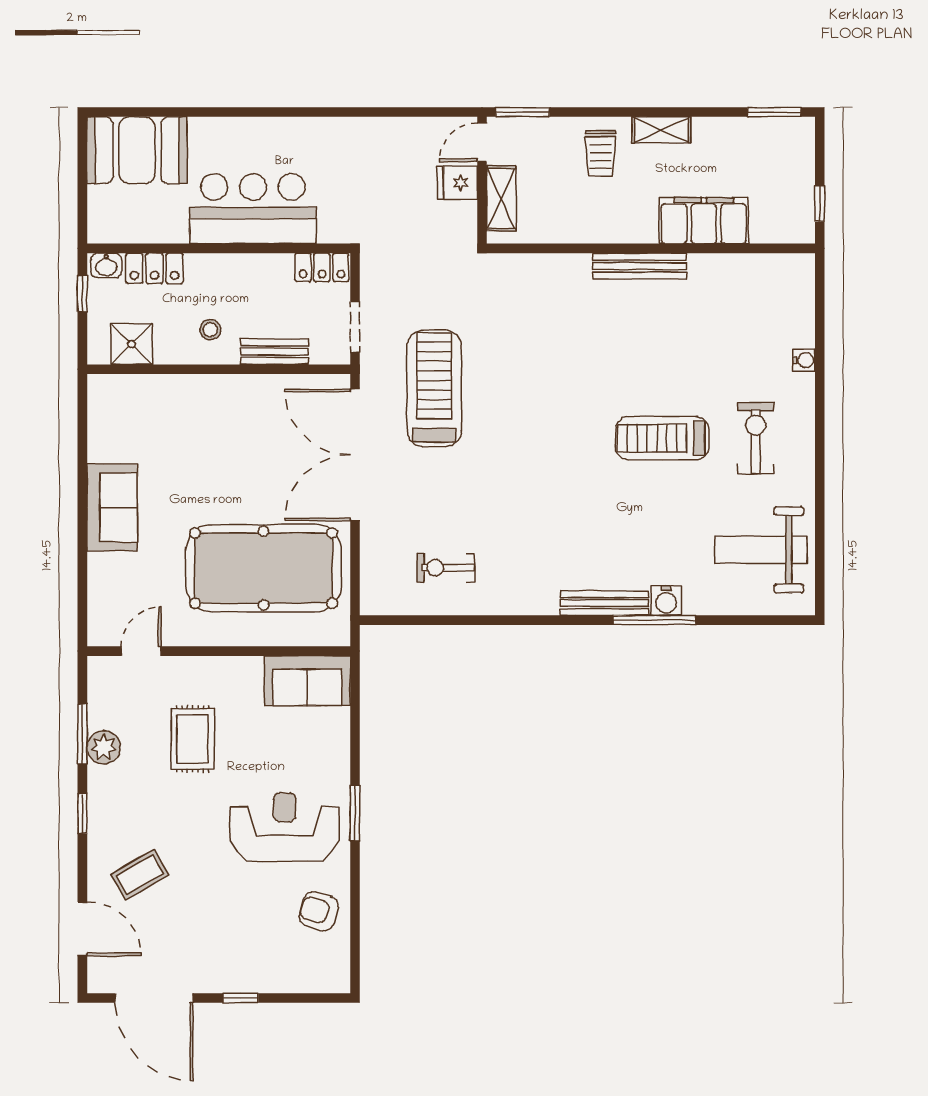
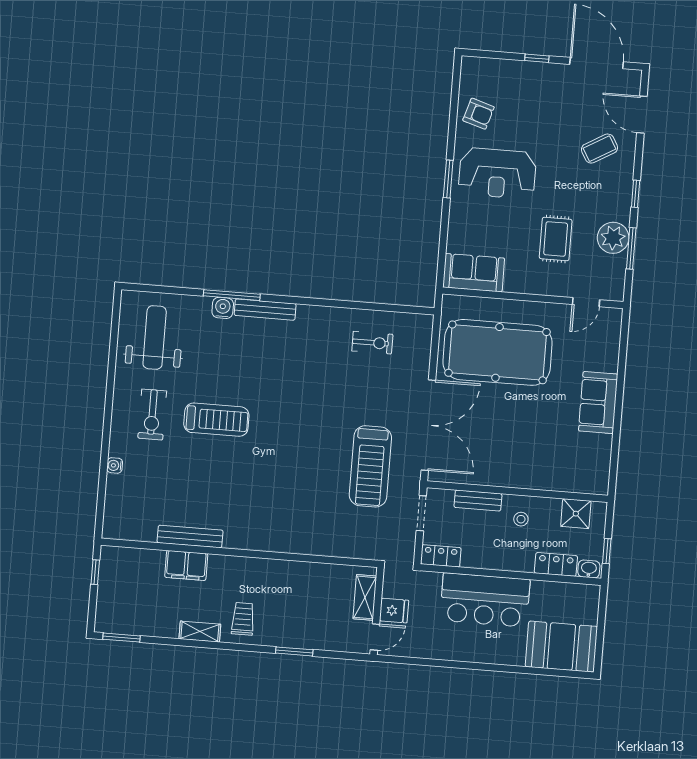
door: (482, 142) -> (375, 637), moved
wall: (482, 180) -> (377, 611), moved
fridge: (457, 183) -> (394, 611), moved
shelving: (501, 198) -> (365, 597), moved
filing cabinet: (704, 221) -> (186, 565), width x0.67, depth x0.86
bench: (640, 266) -> (190, 536), moved
weight bench: (761, 550) -> (155, 337), turned -90
plant: (104, 747) -> (613, 238), width x1.36, depth x1.36

